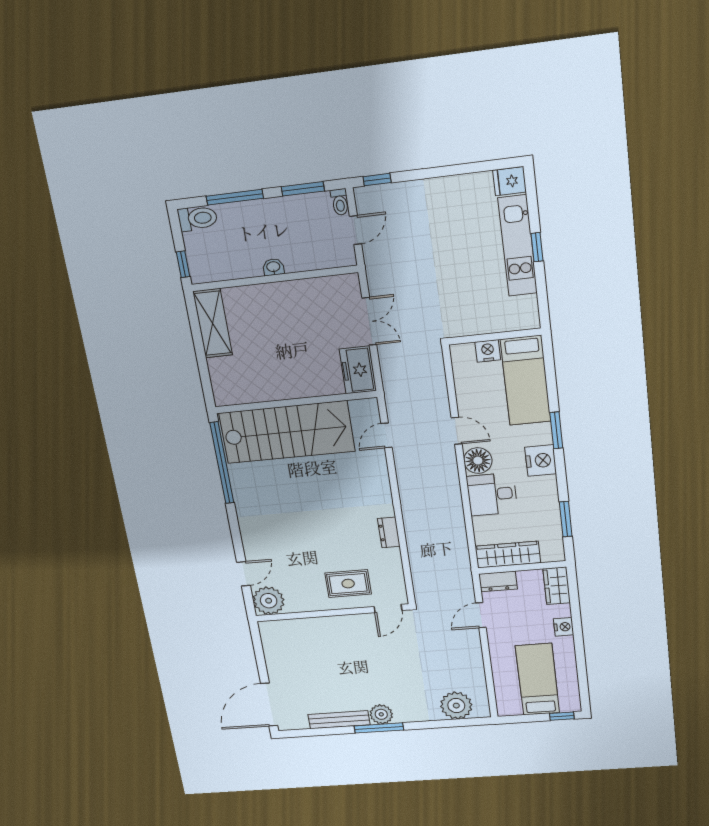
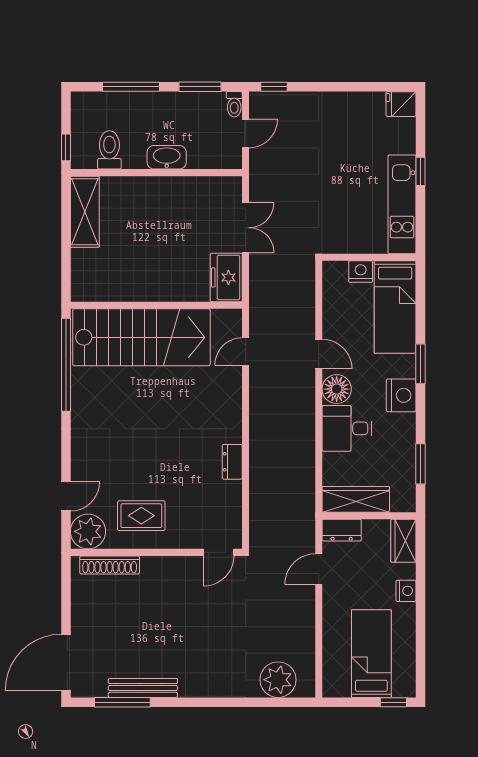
toilet: (198, 218) -> (109, 150), moved, turned -90
kitchen unit: (518, 246) -> (402, 204), moved
washbasin: (273, 267) -> (167, 157), width x1.91, depth x1.45
rug: (348, 584) -> (141, 516), moved
shoe rack: (293, 626) -> (110, 565), added
plant: (381, 714) -> (192, 685), removed
window: (379, 728) -> (122, 702), moved

